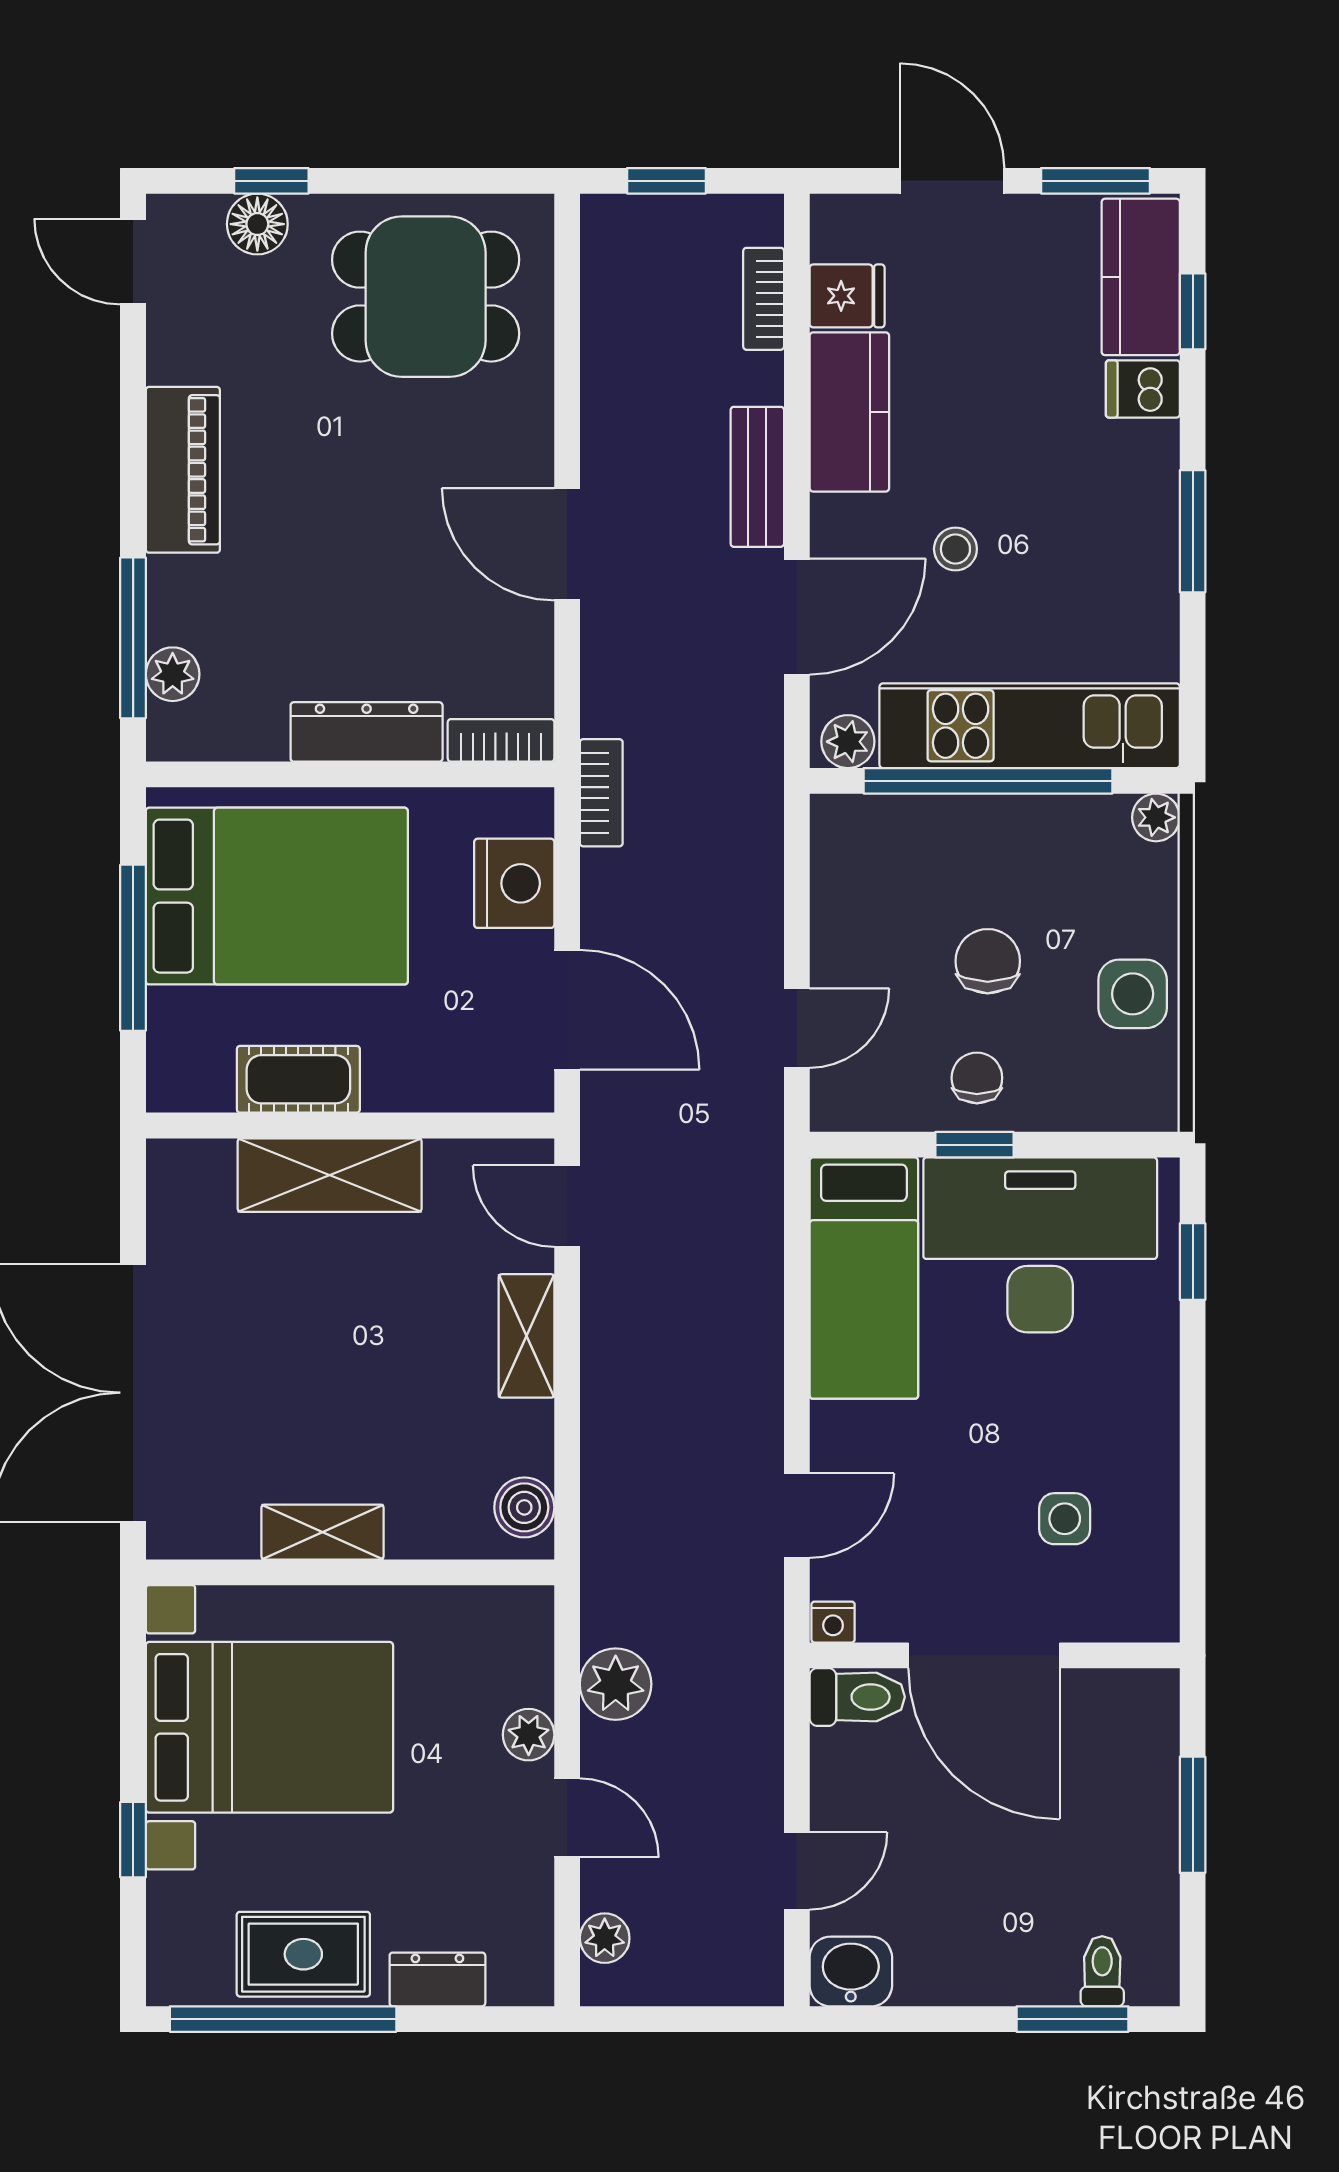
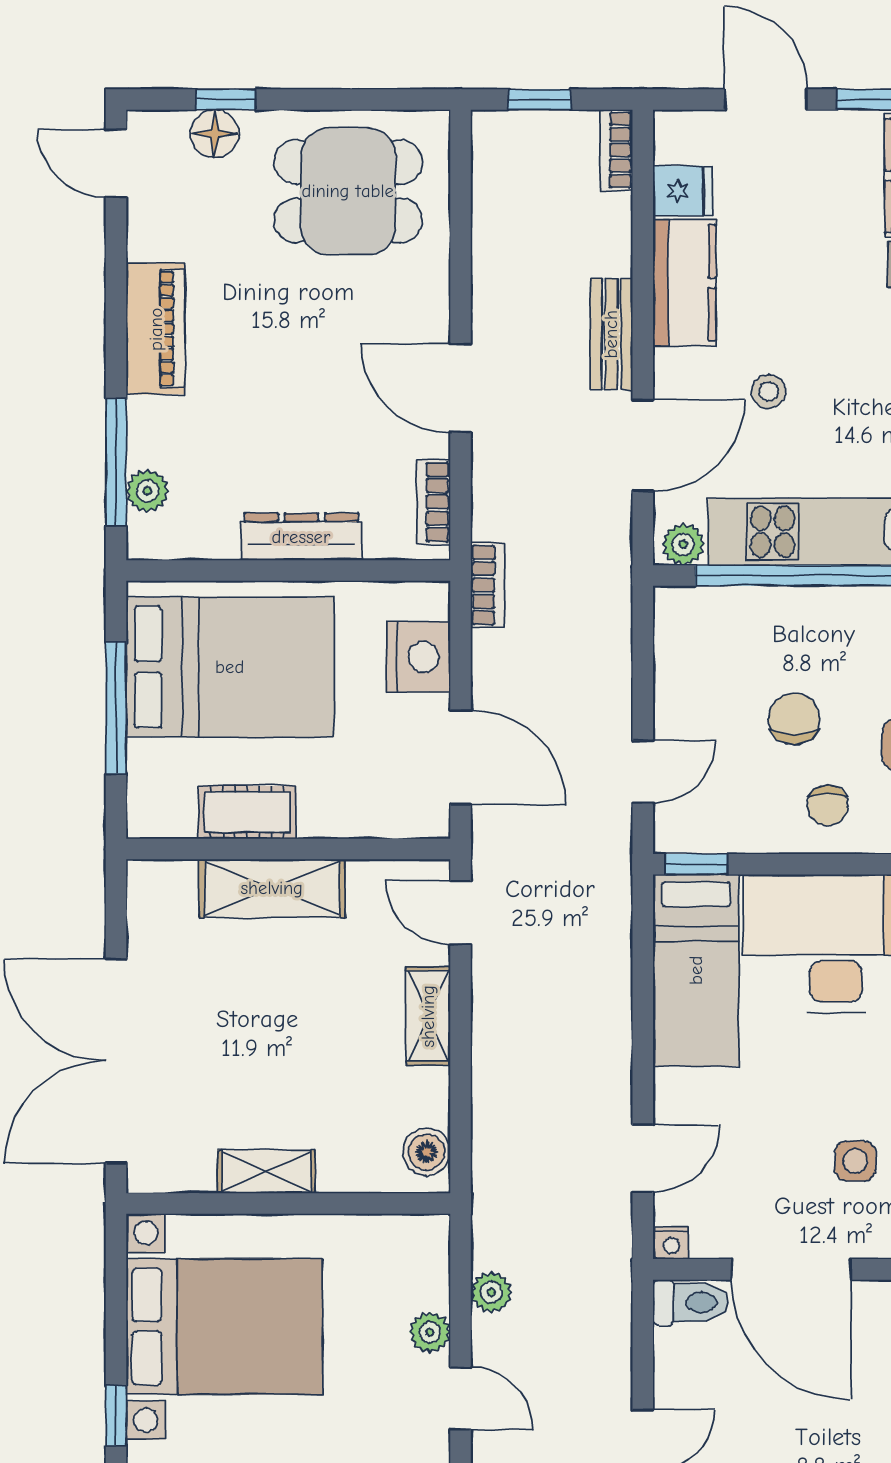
bookcase: (764, 299) -> (616, 150), moved
bookcase: (501, 740) -> (433, 502), moved, turned -90
chair: (977, 1078) -> (828, 806), moved, turned 180
window: (974, 1145) -> (697, 864), moved
plant: (616, 1684) -> (491, 1292), width x0.73, depth x0.73

